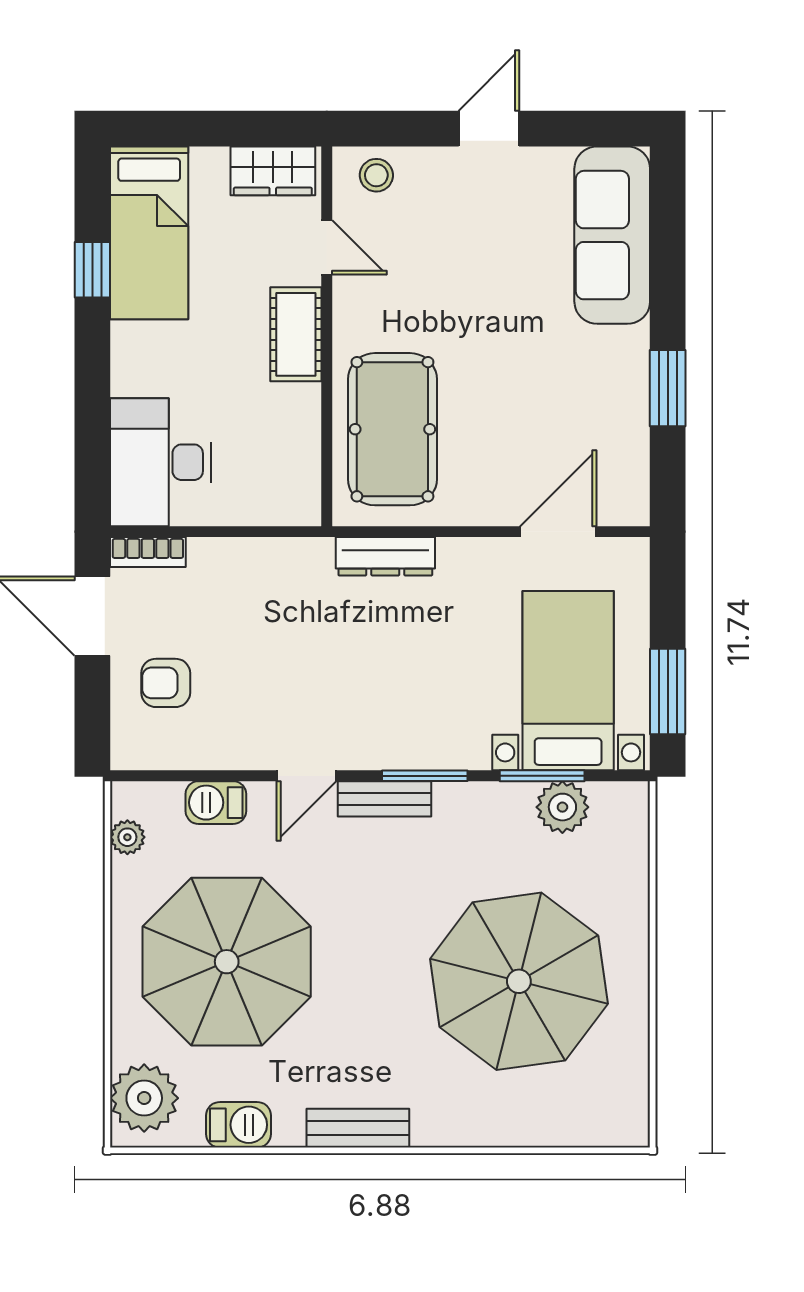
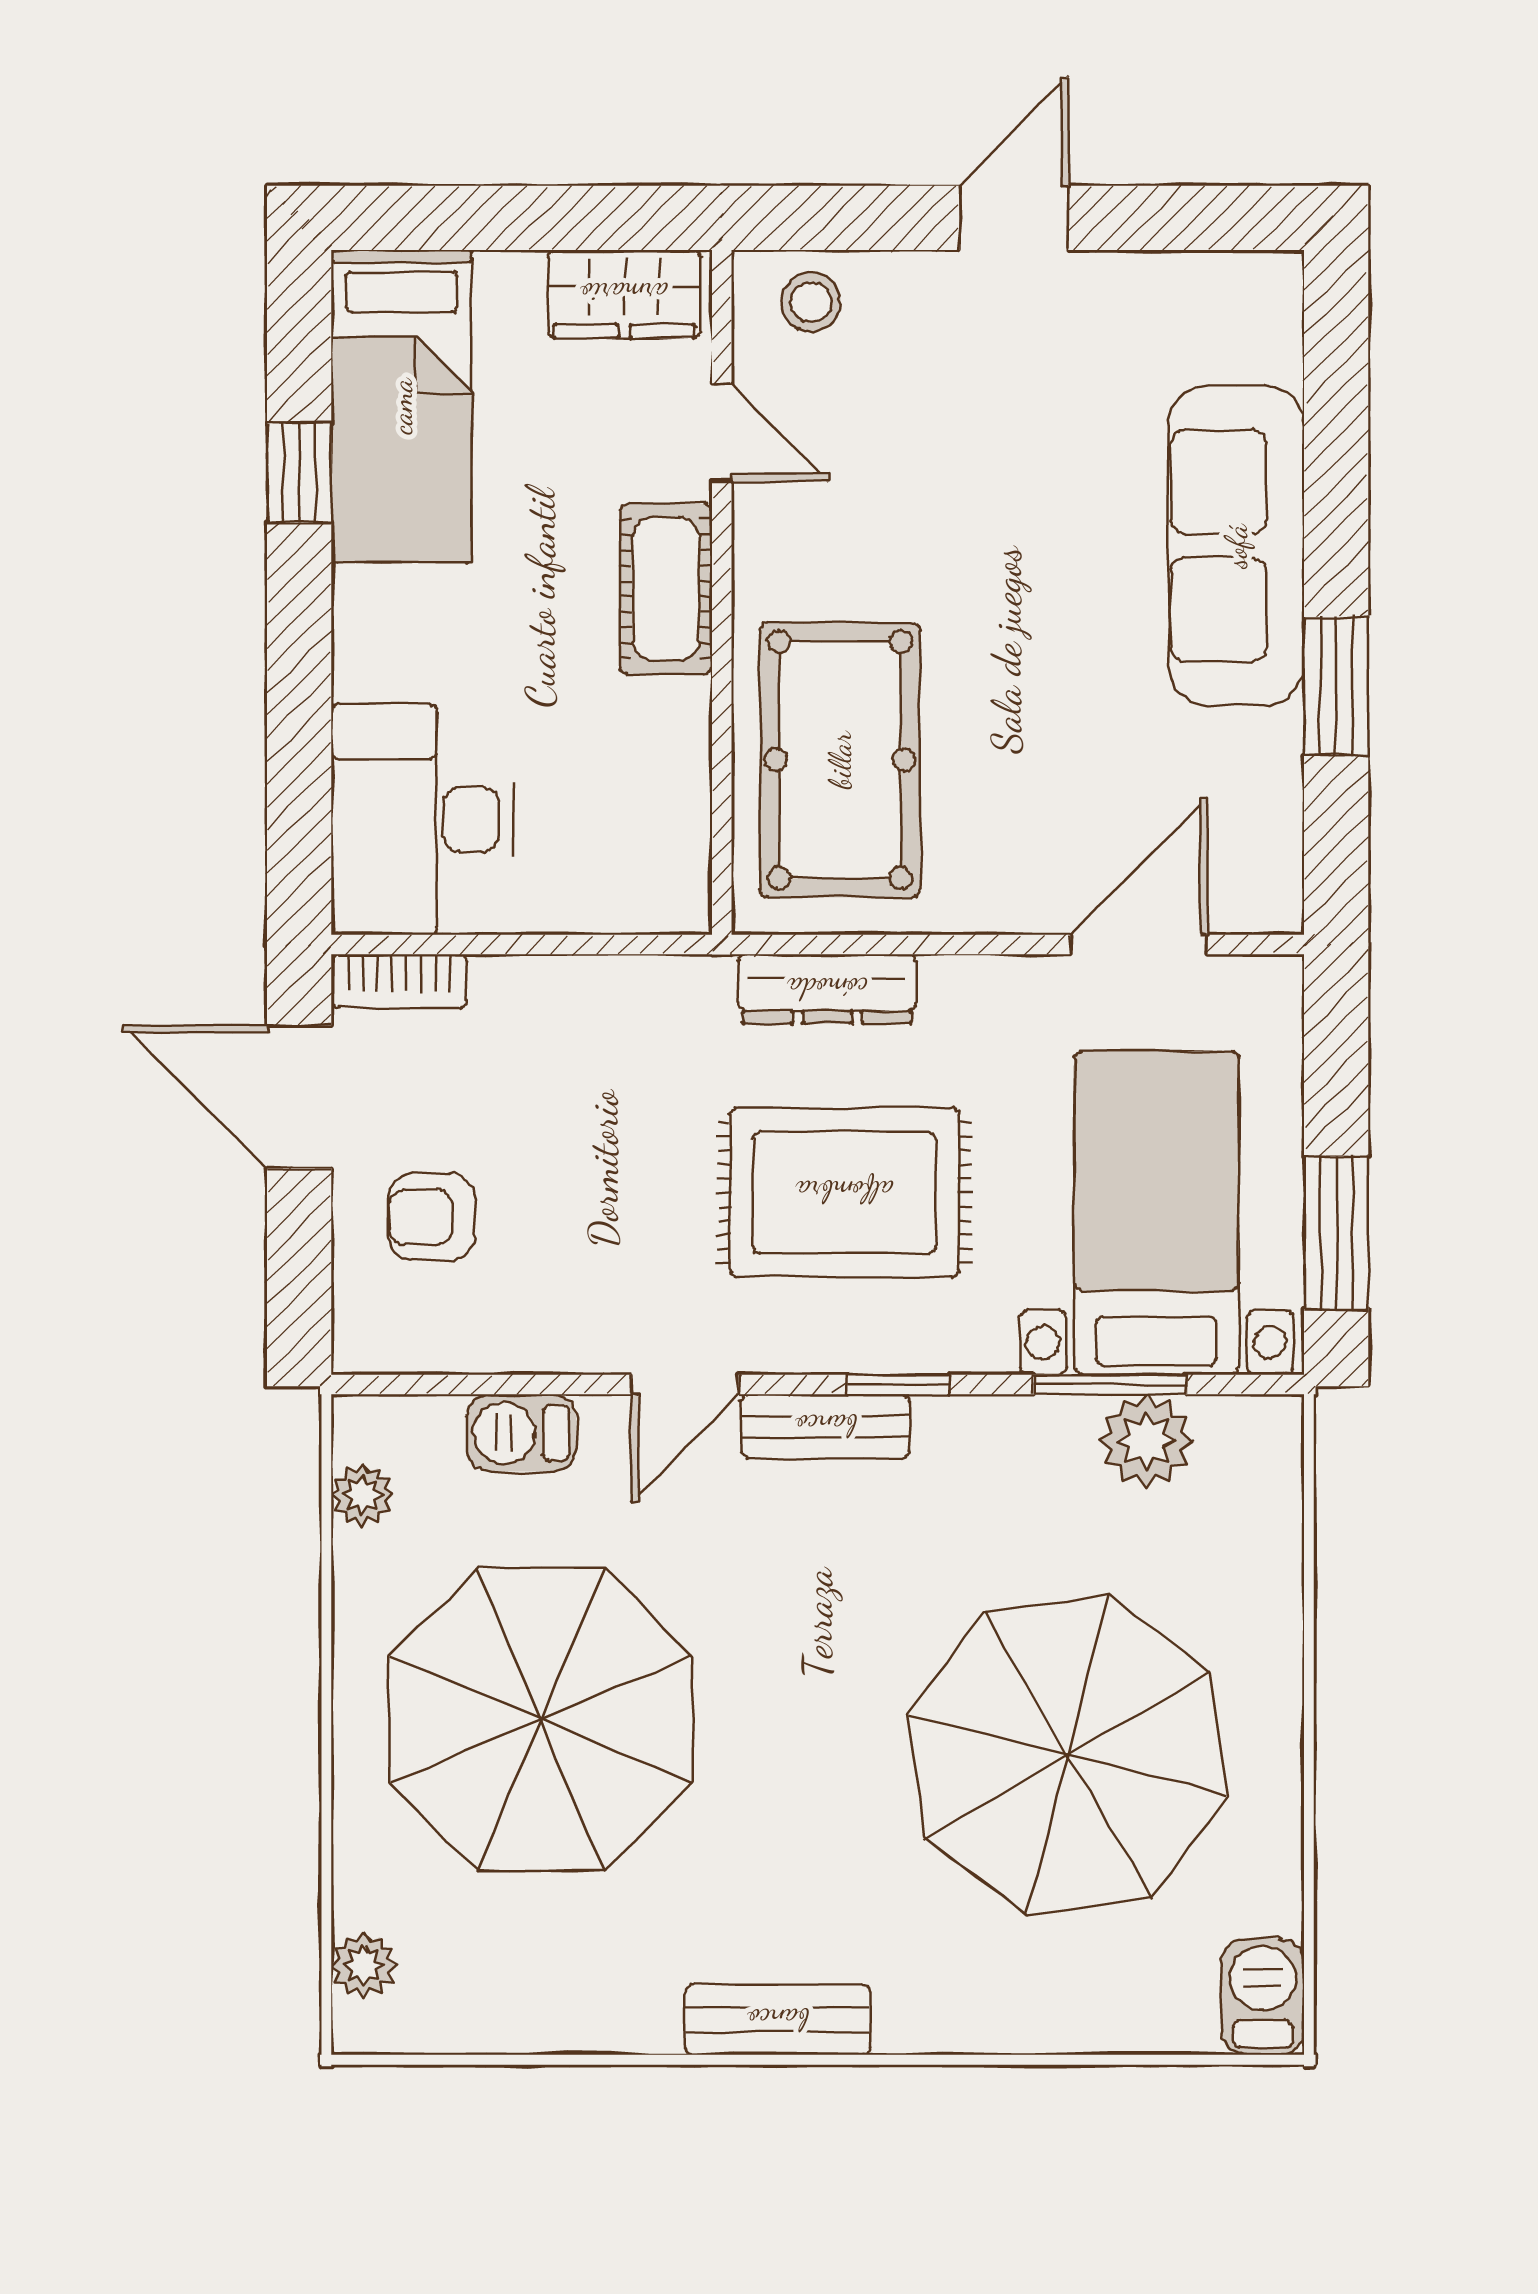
sofa: (612, 235) -> (1236, 546), moved
rug: (395, 669) -> (844, 1192), added
window: (425, 776) -> (898, 1384), width x0.67
plant: (144, 1098) -> (364, 1965), width x0.53, depth x0.53
barbecue: (238, 1125) -> (1263, 1997), moved, turned -90

